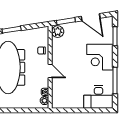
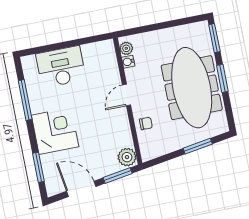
door: (50, 71) -> (126, 95), hinge flipped
desk: (98, 97) -> (61, 67), moved

